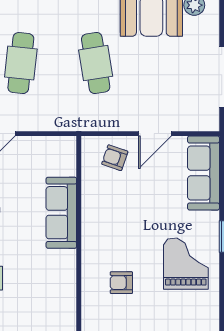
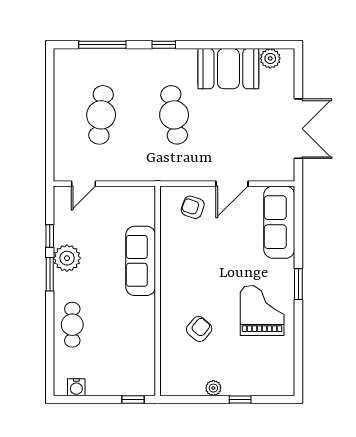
armchair: (121, 283) -> (199, 329), turned 130

